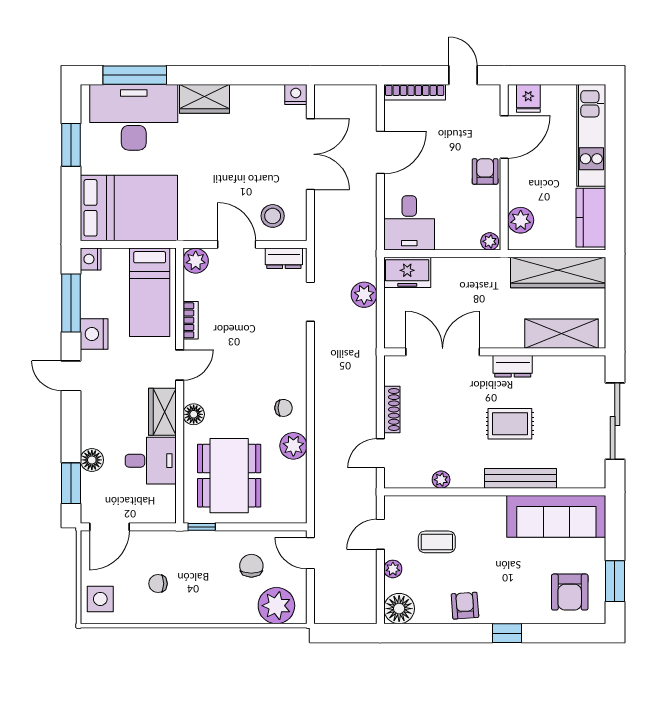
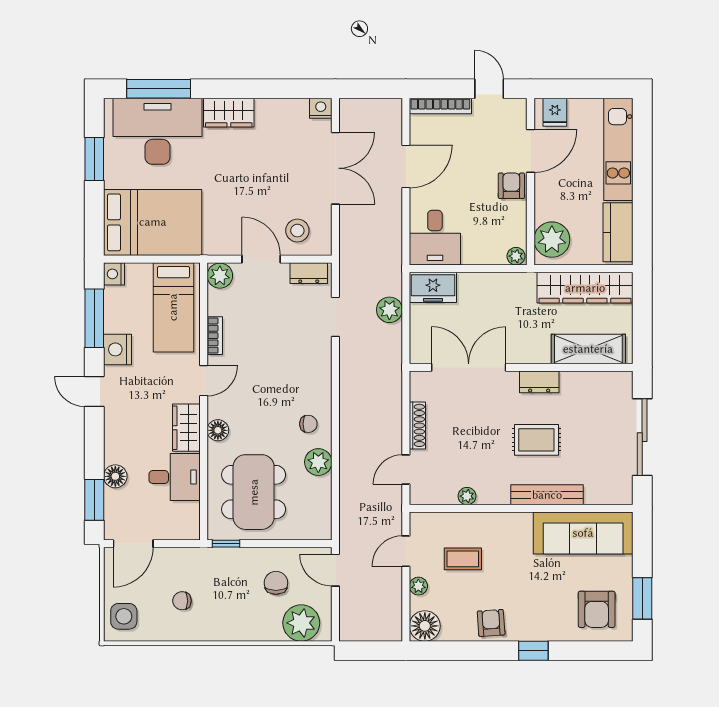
plant: (521, 220) -> (552, 240), width x1.36, depth x1.36

